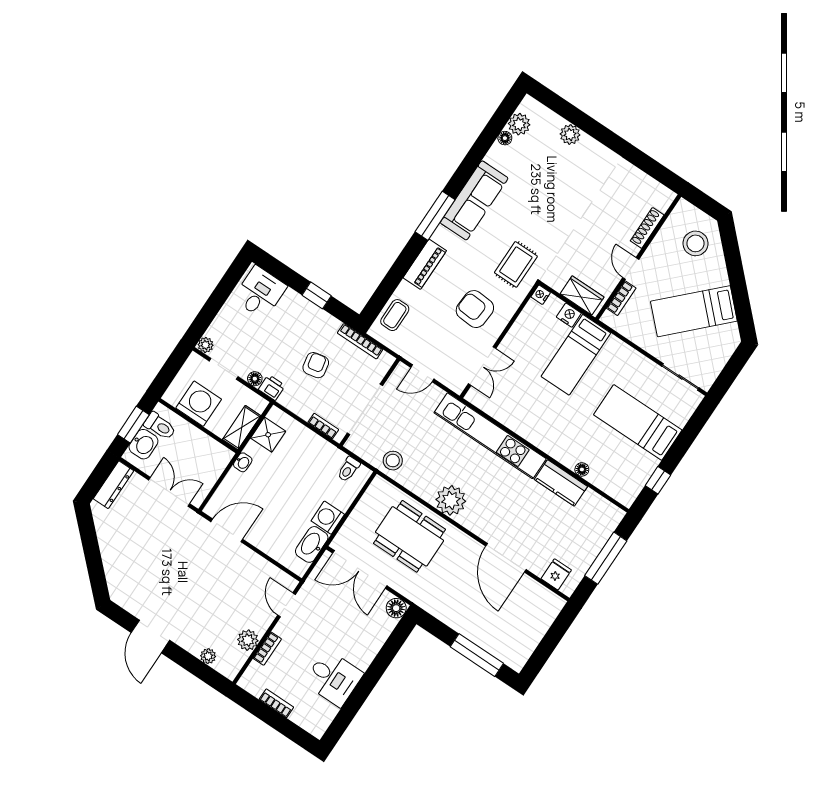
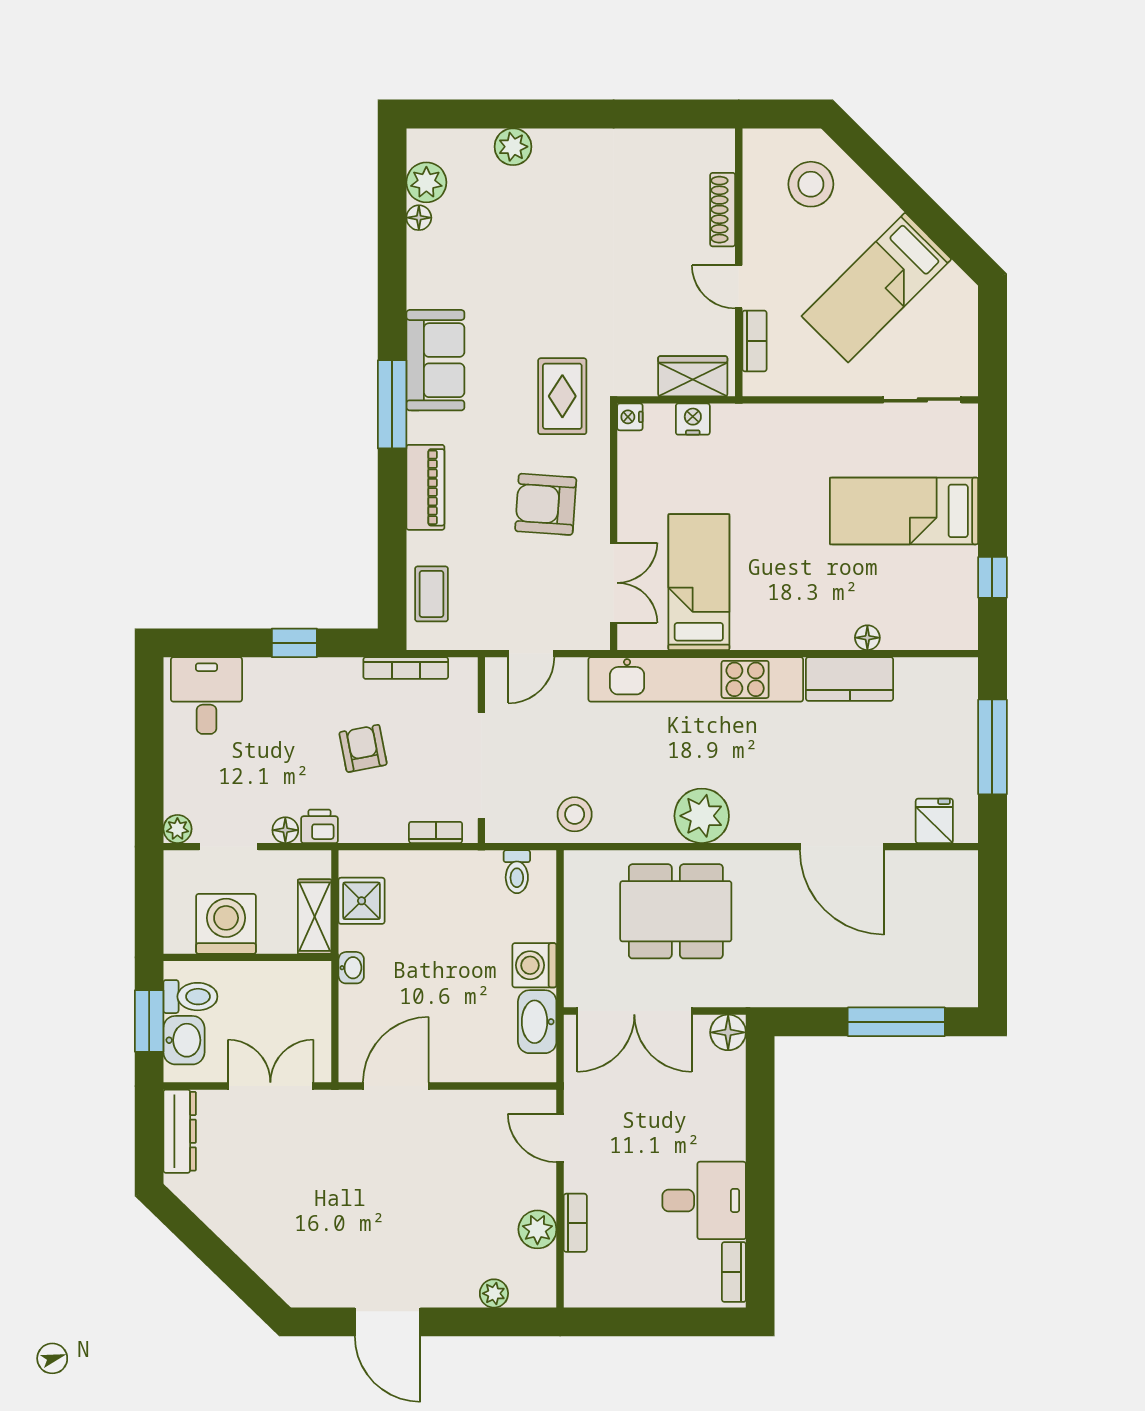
sofa: (474, 200) -> (435, 360), width x0.73
bed: (576, 355) -> (699, 582), moved, turned 180
bookcase: (276, 703) -> (734, 1272), moved, turned -90

